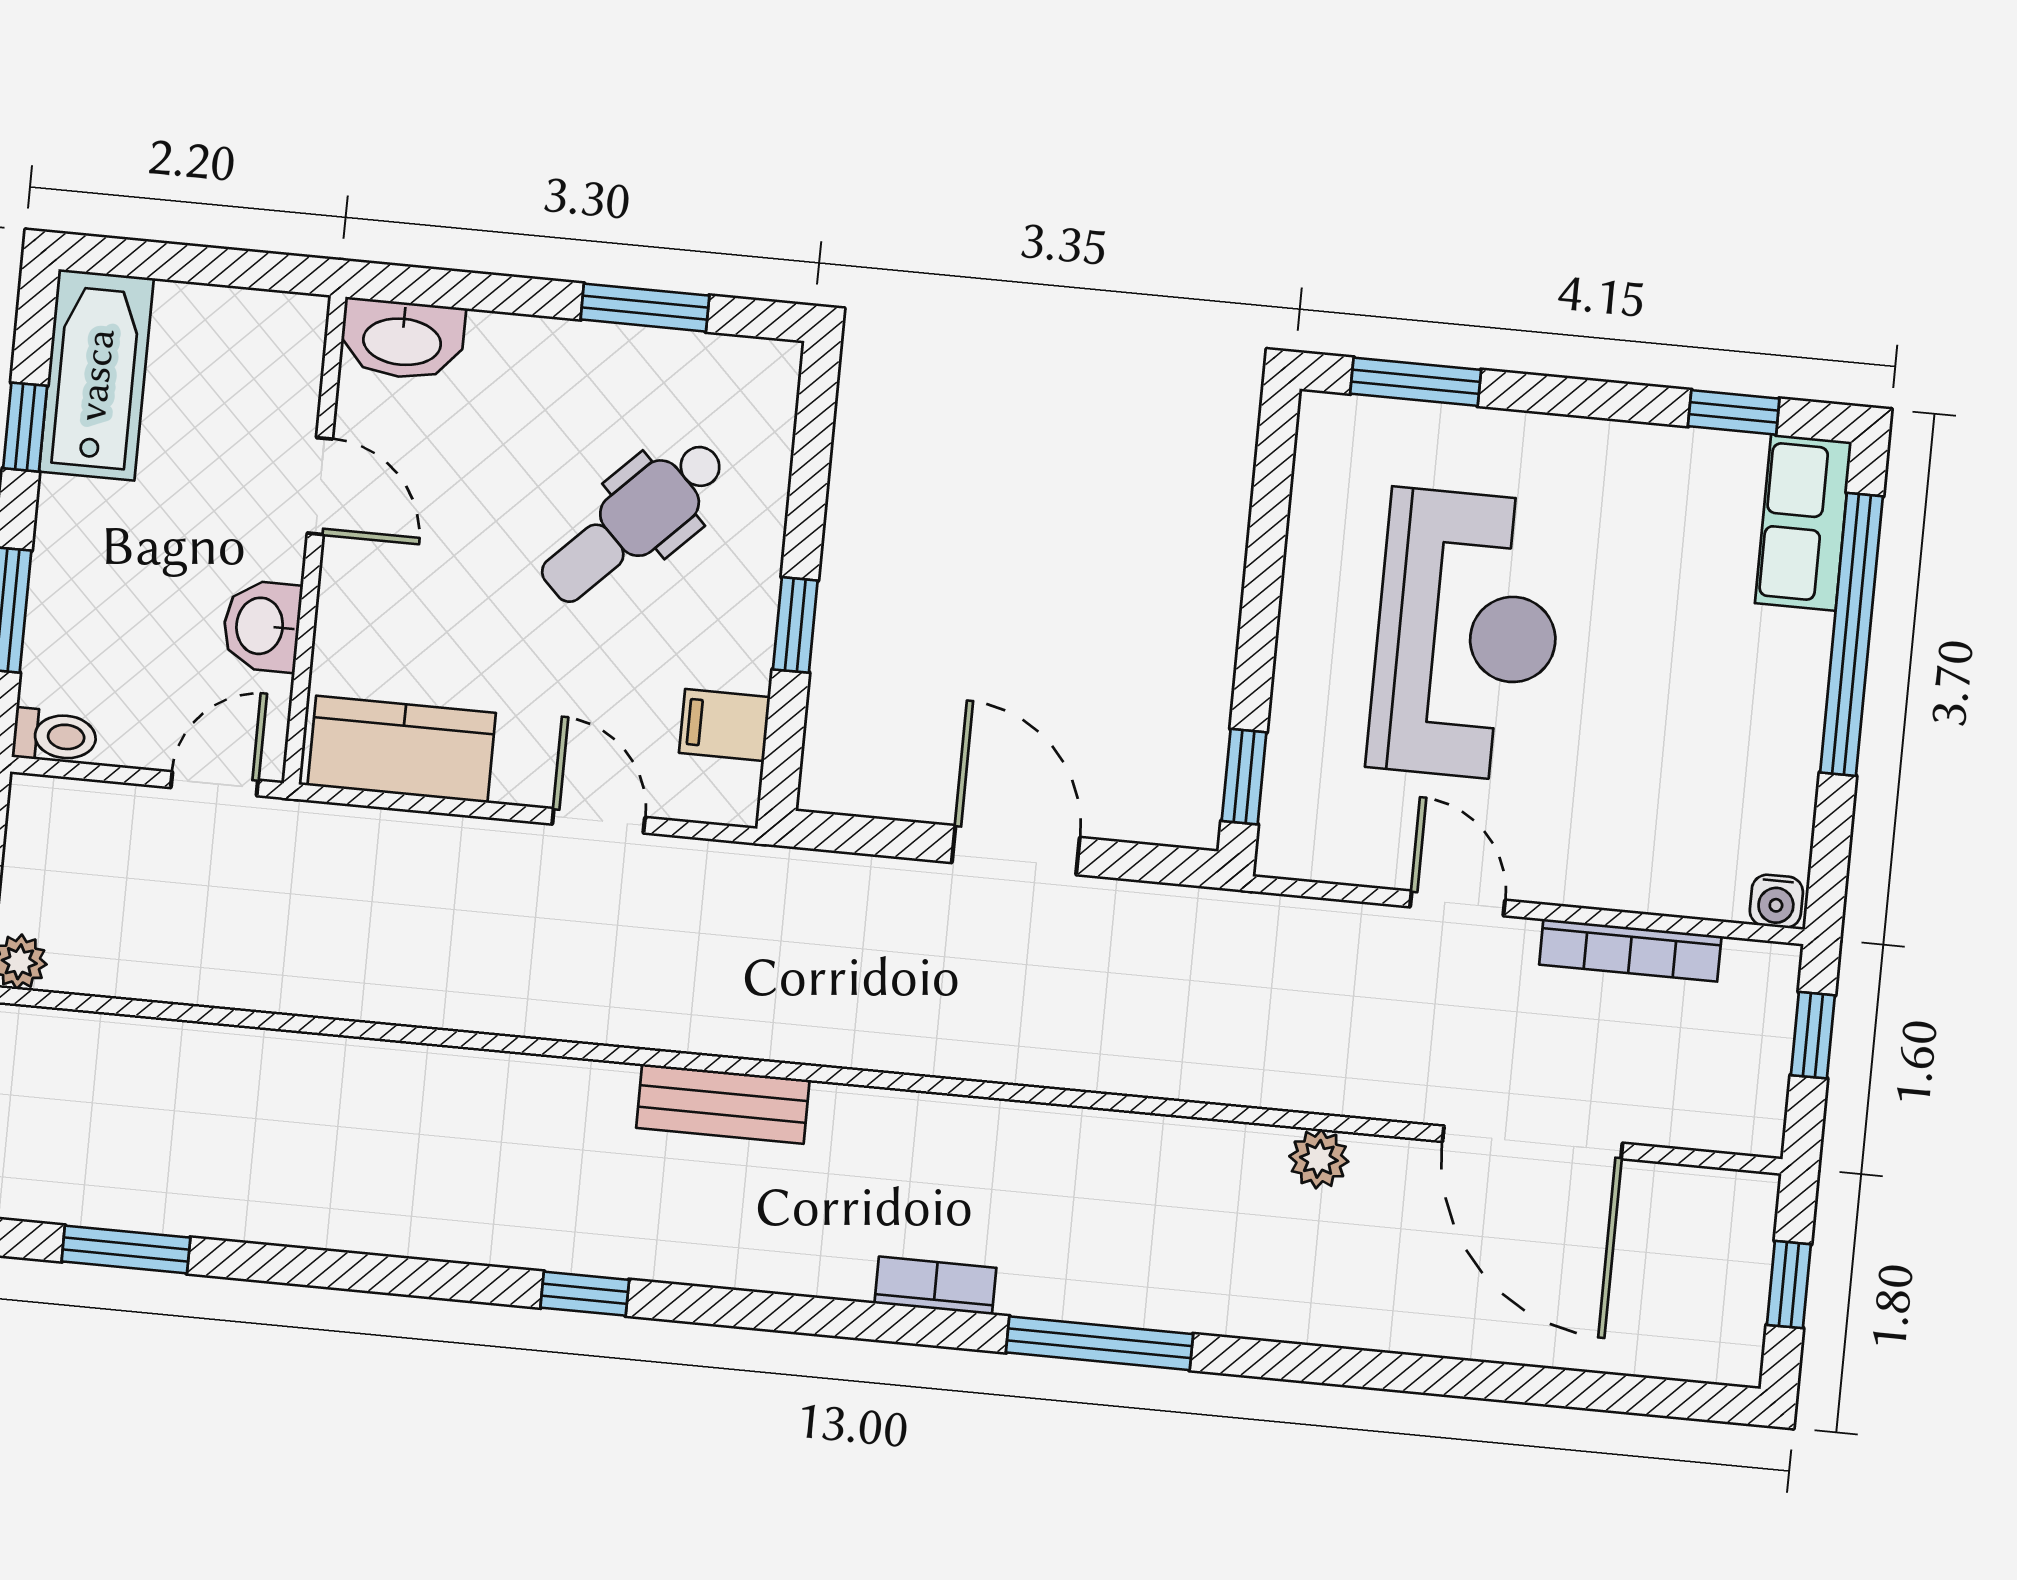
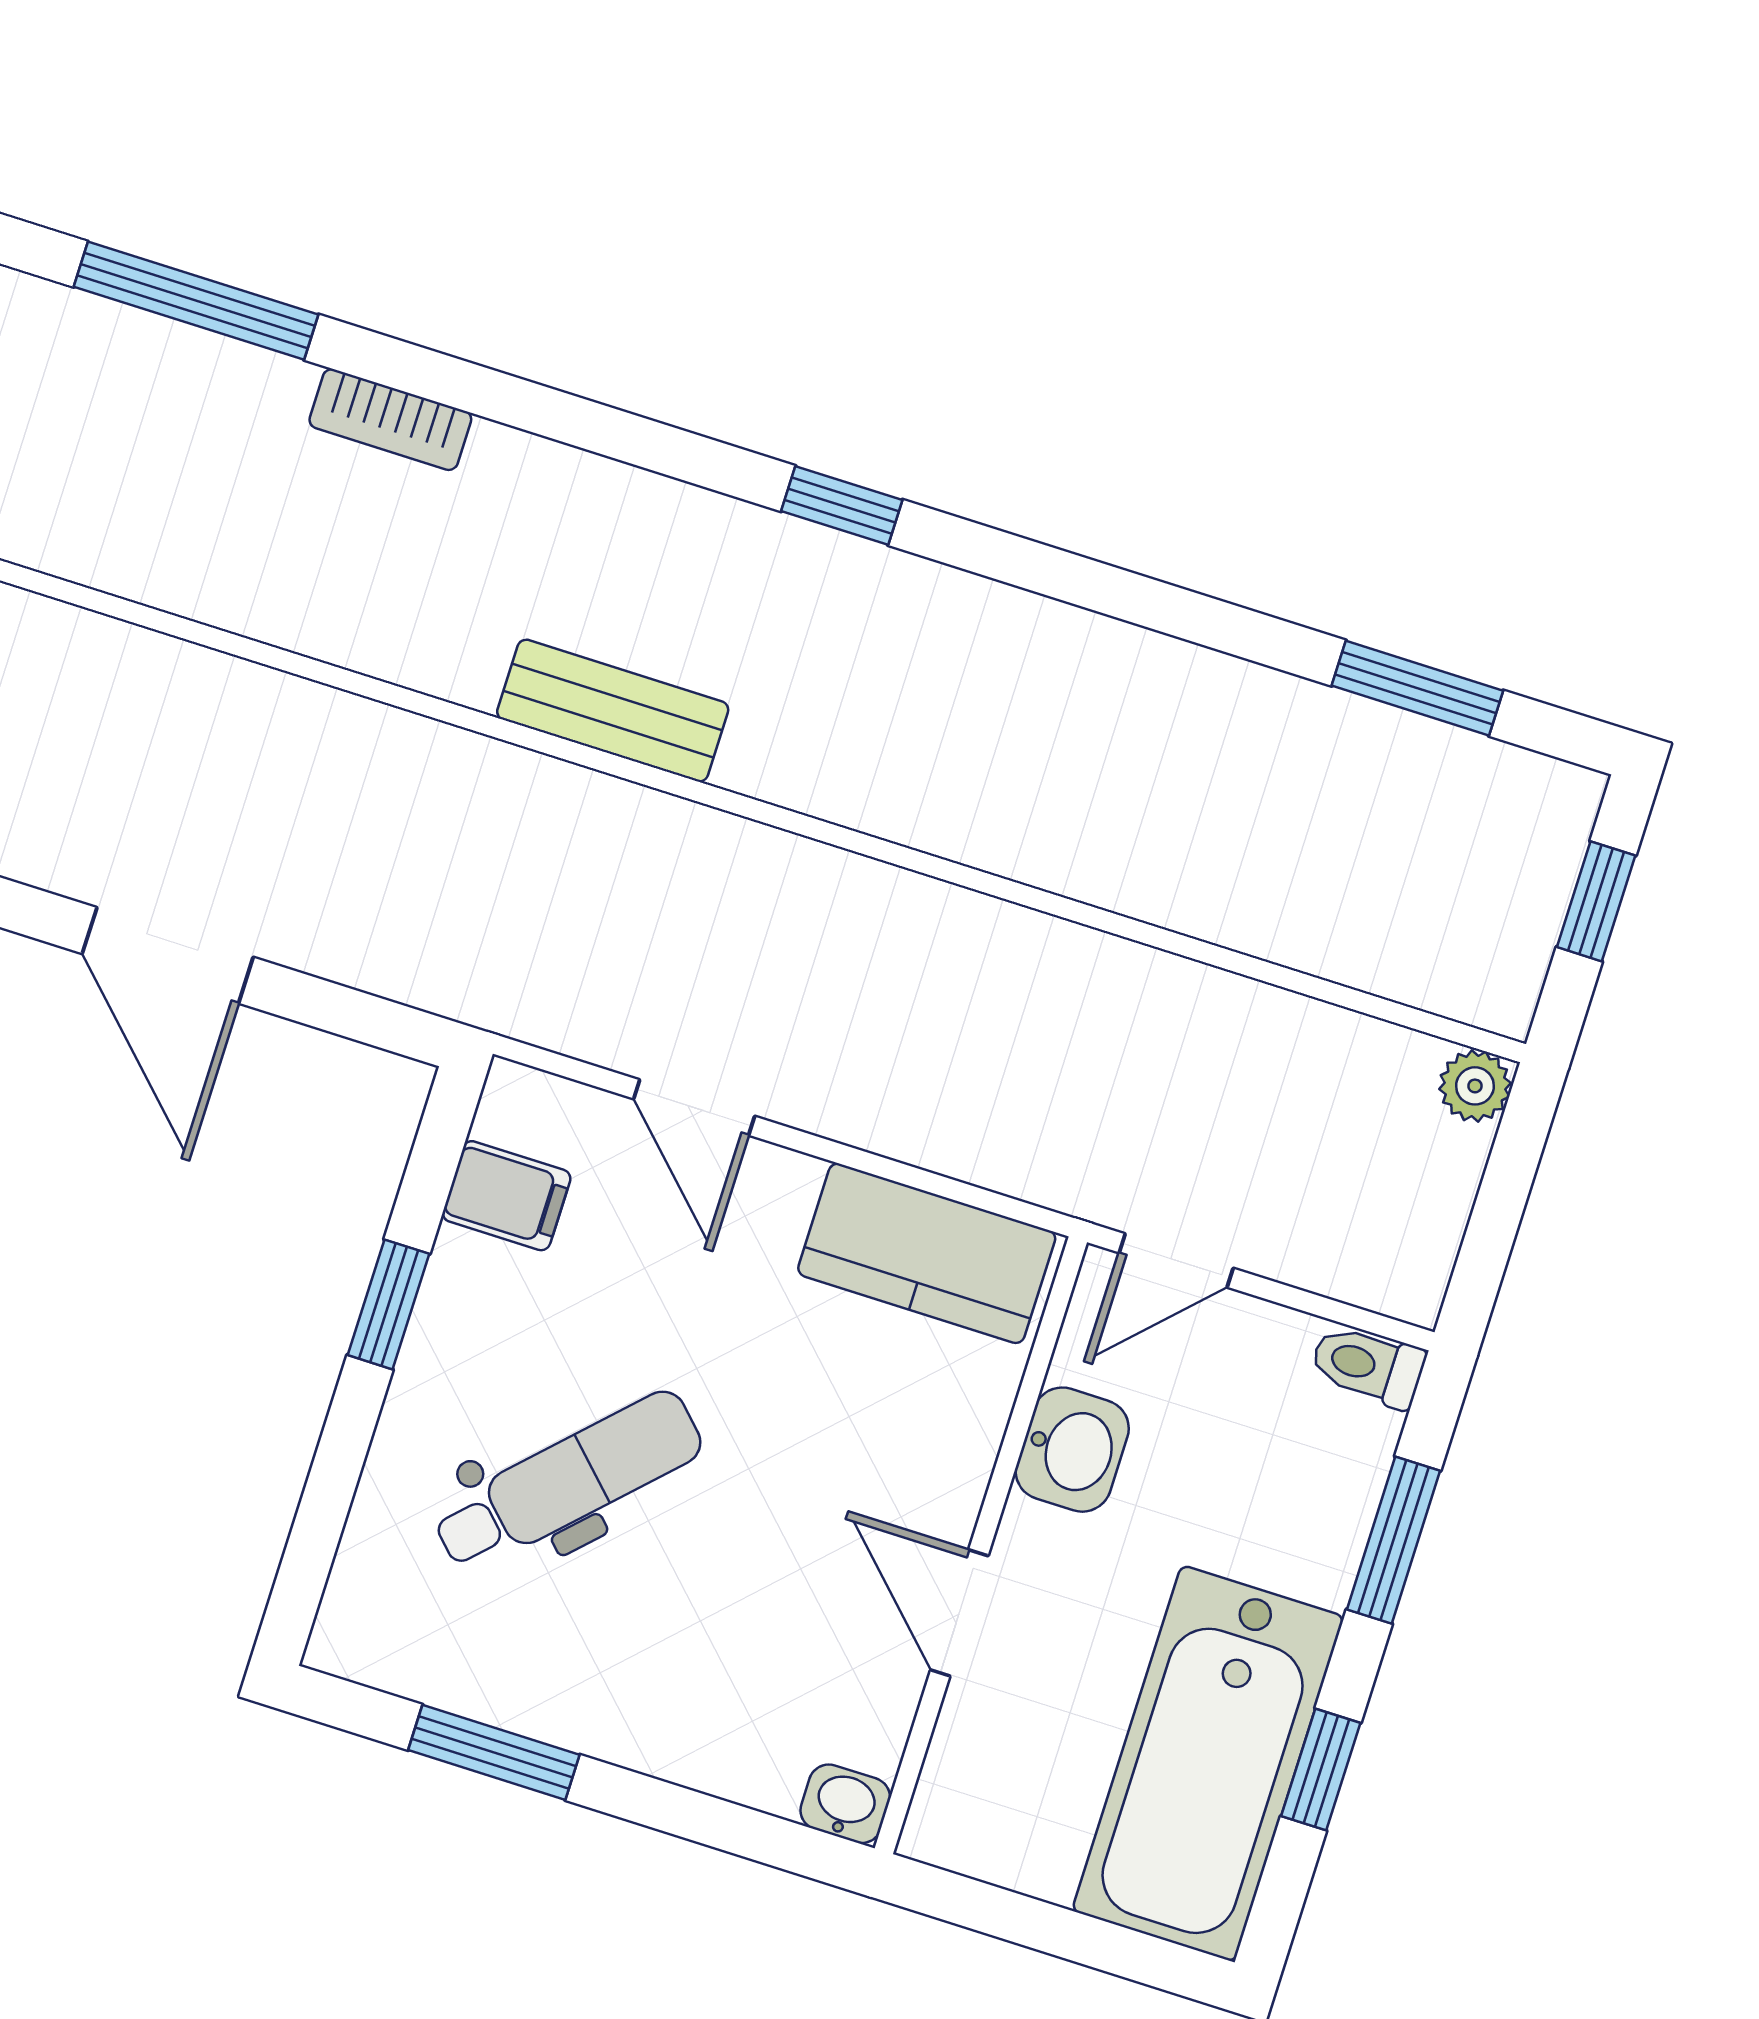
washbasin: (402, 340) -> (845, 1804), width x0.52, depth x0.69
bathtub: (96, 375) -> (1208, 1763), width x1.36, depth x1.36

